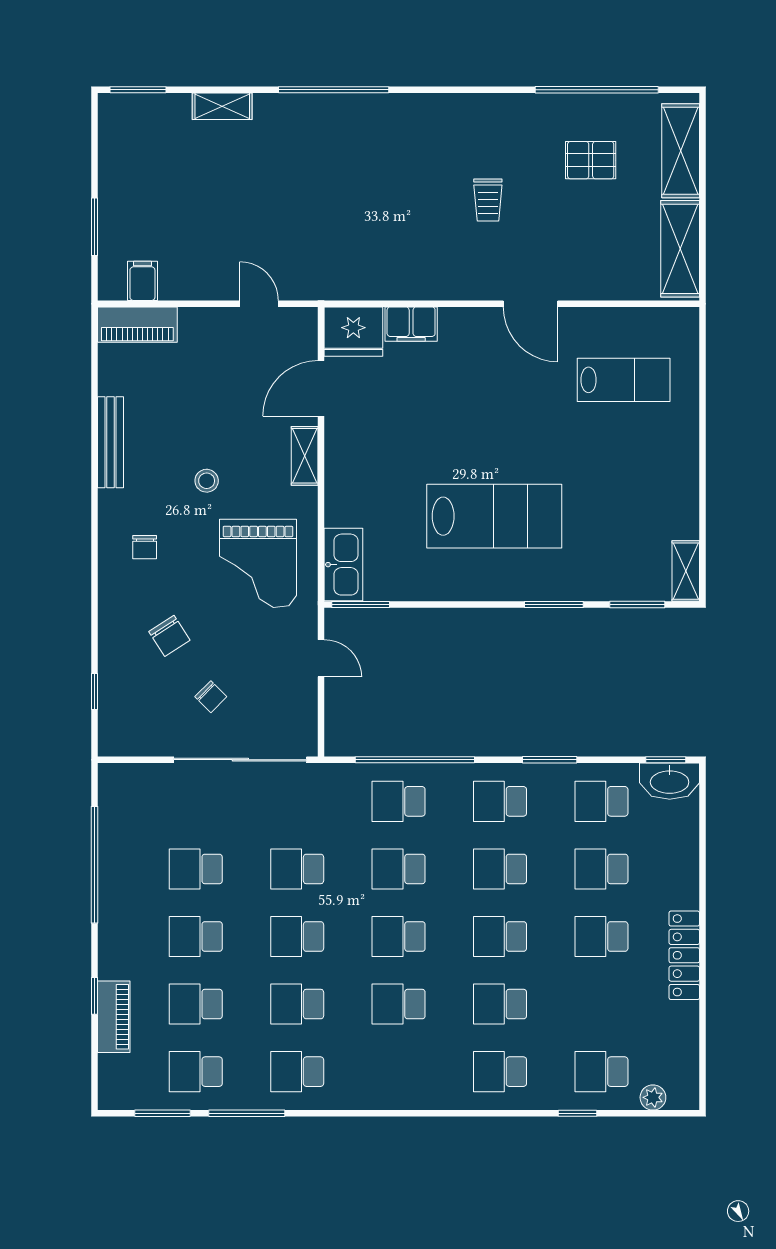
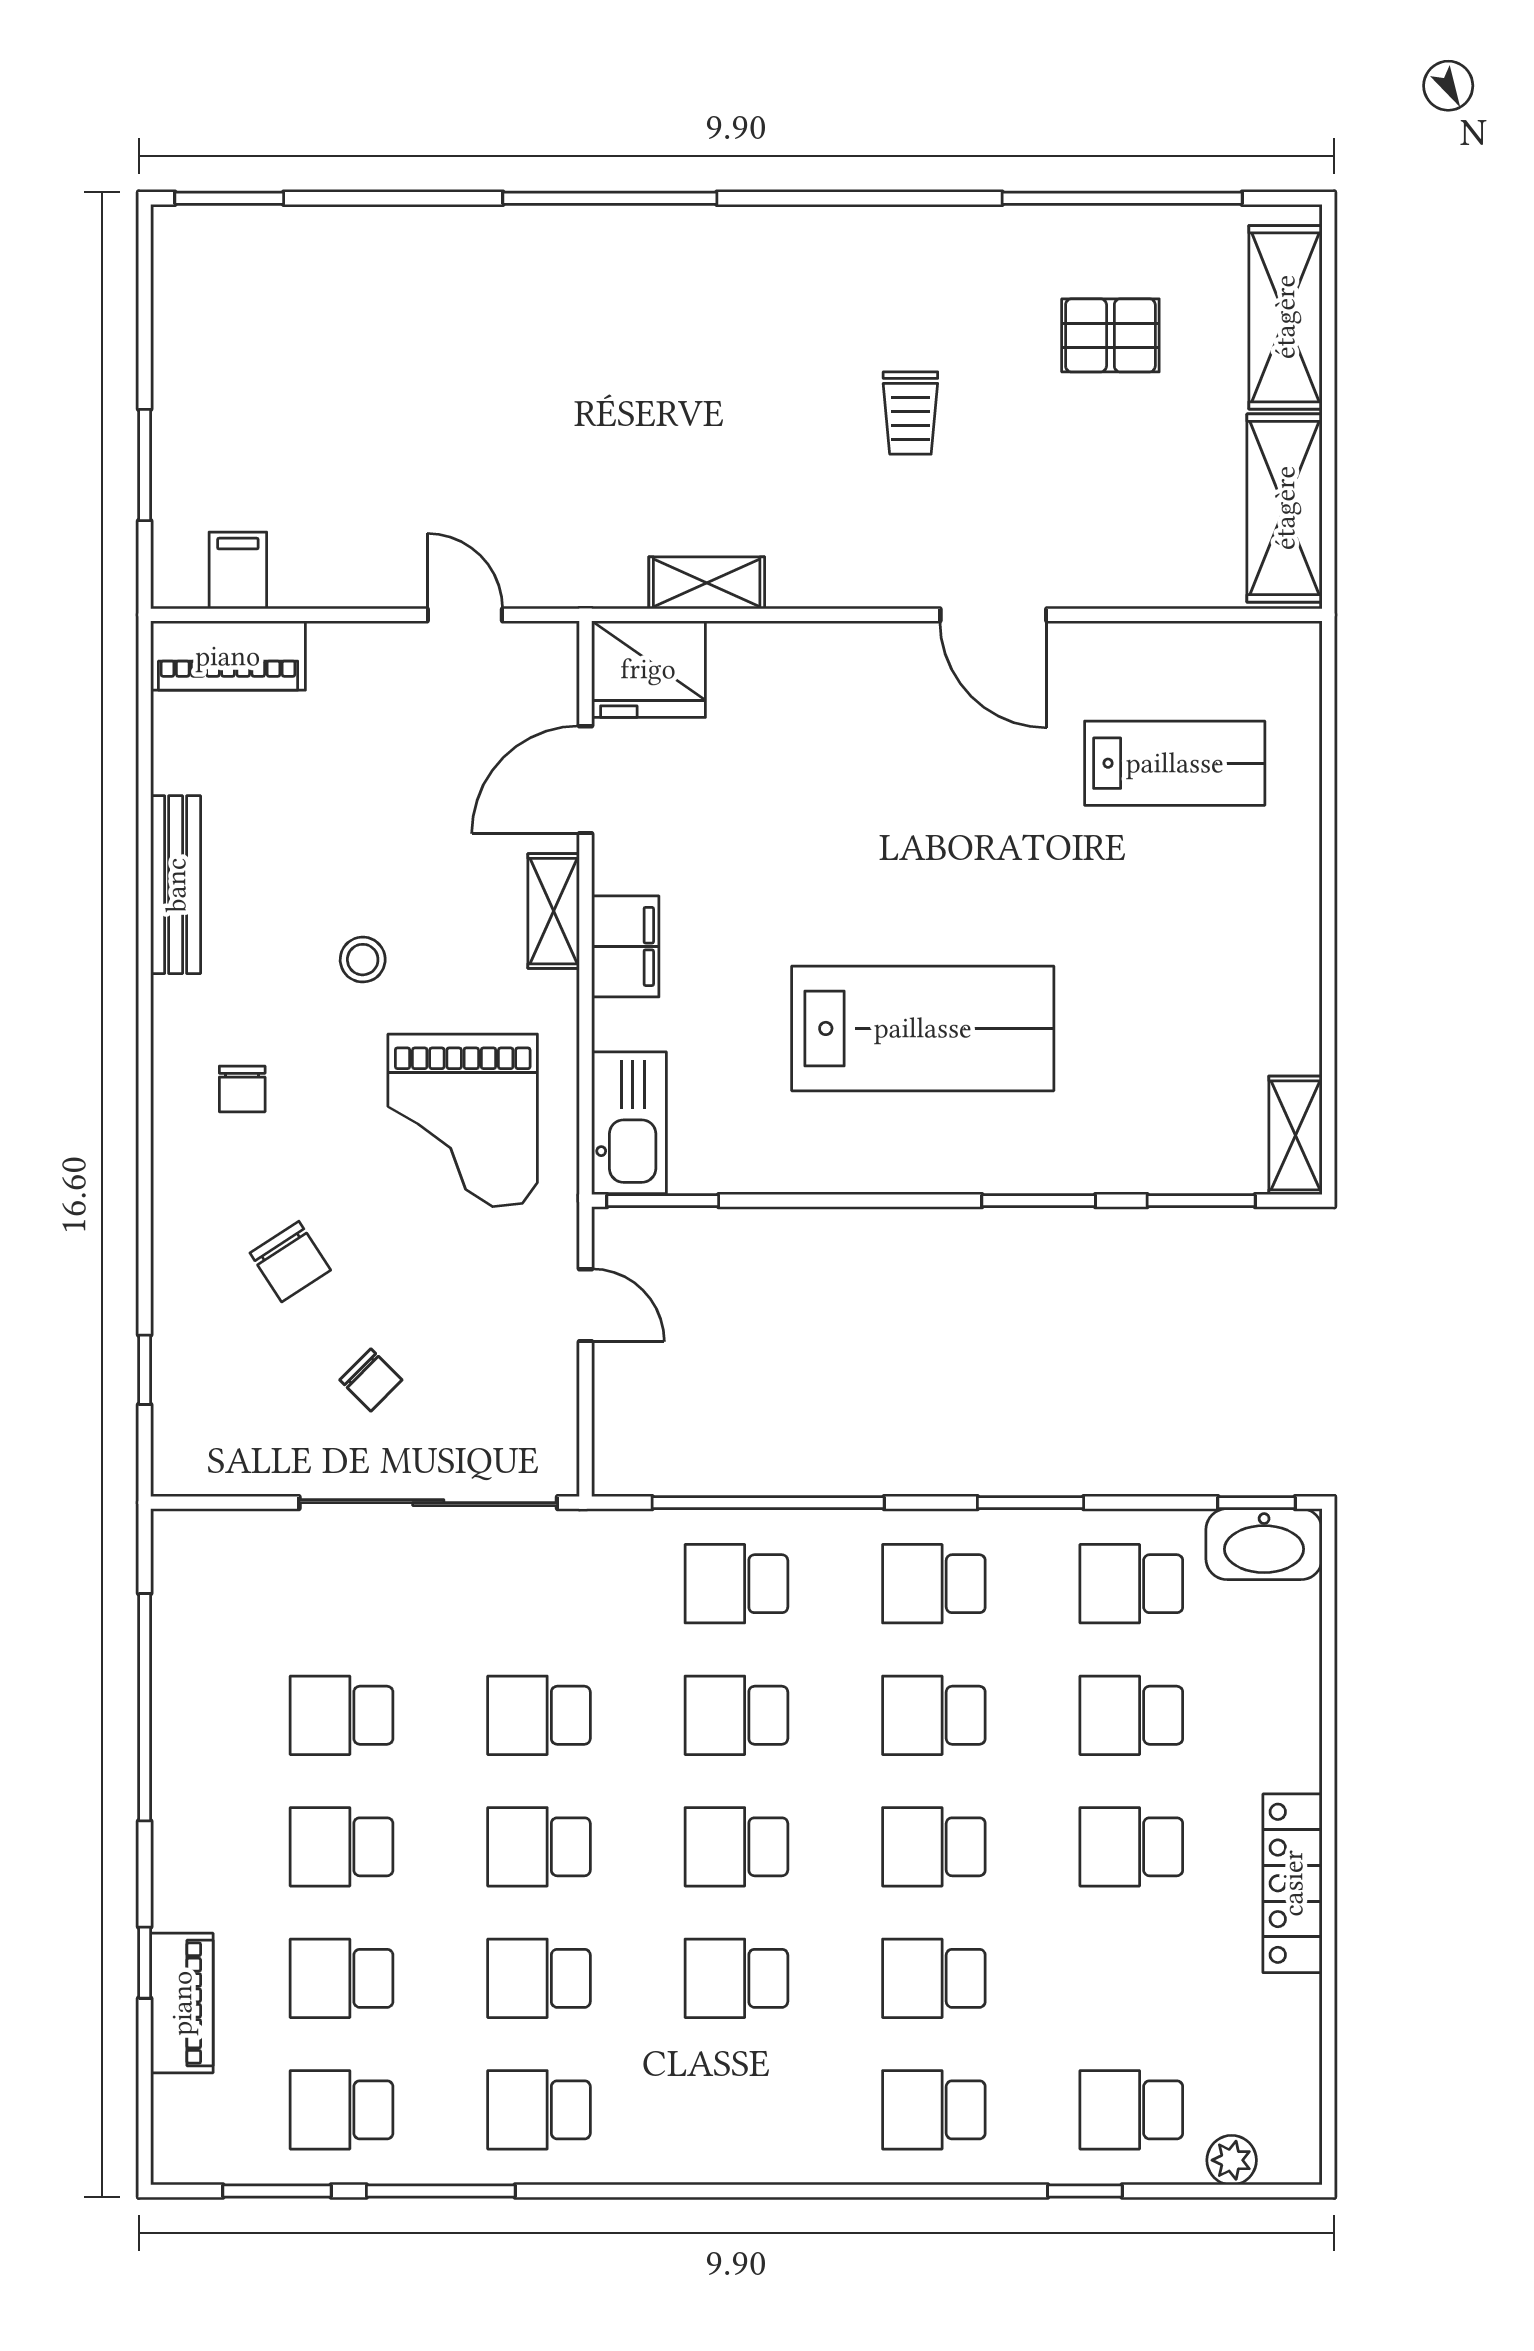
shelving: (222, 106) -> (707, 583), moved
filing cabinet: (411, 324) -> (625, 946), moved, turned -90

